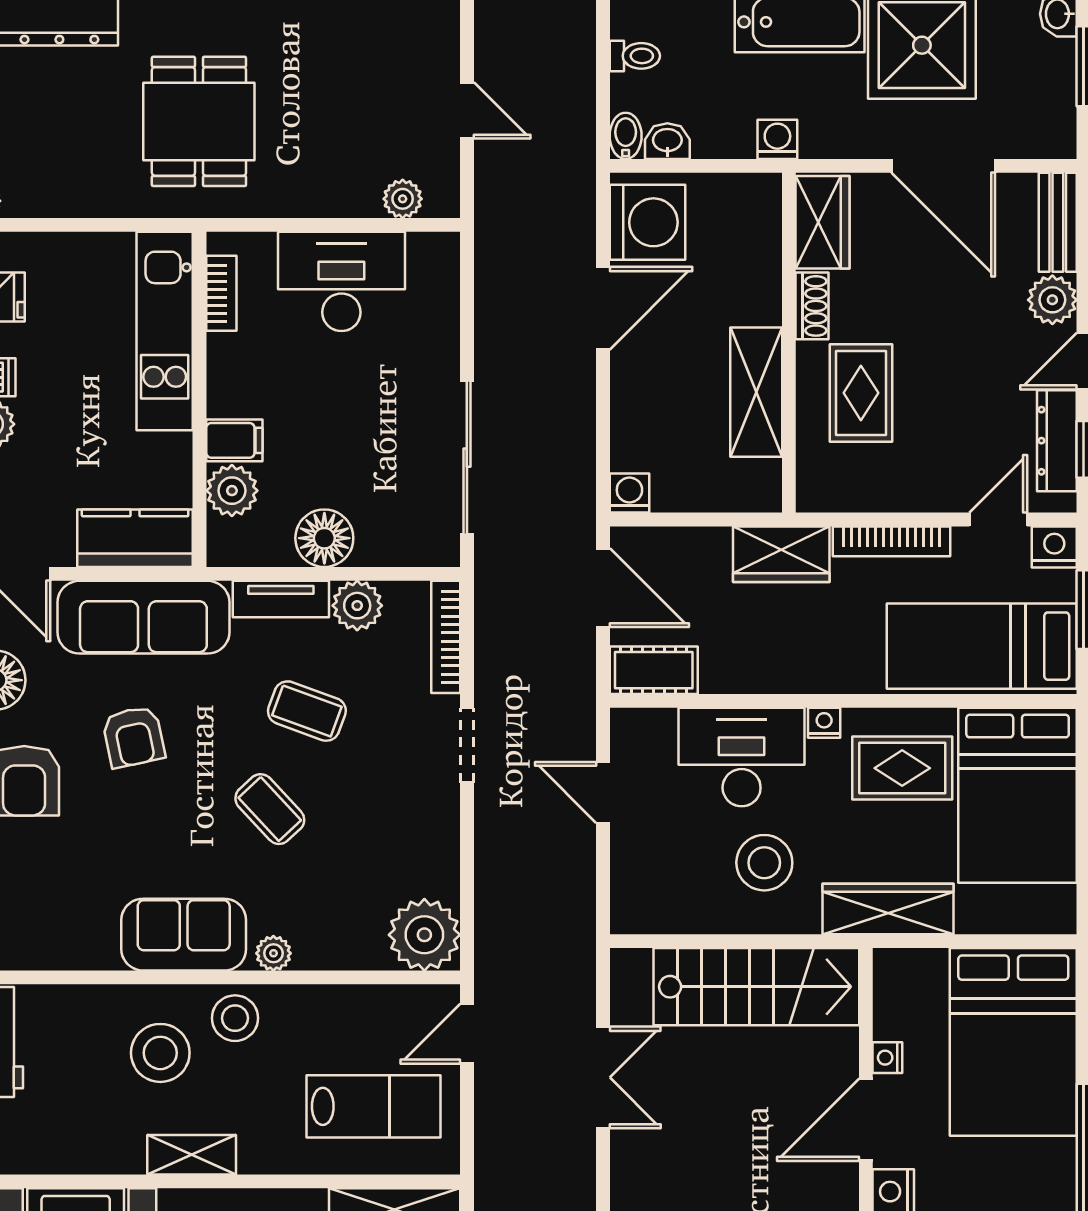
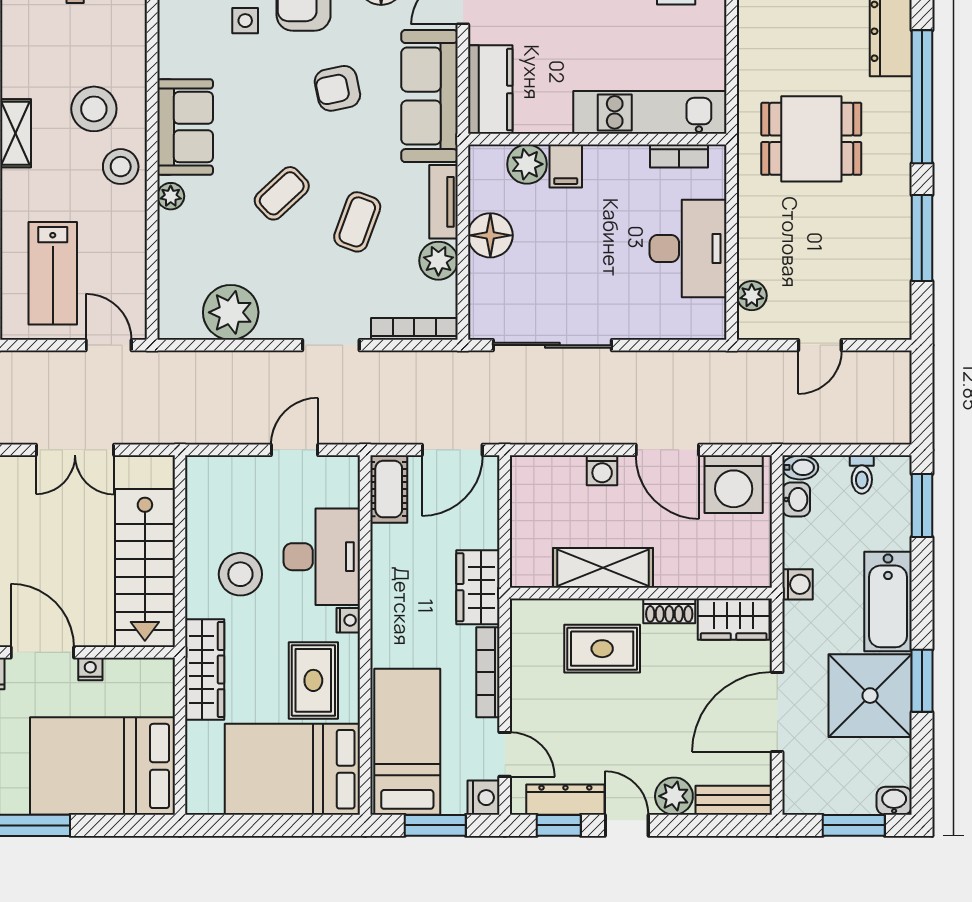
washing machine: (629, 493) -> (602, 470), moved, turned 90
side table: (45, 857) -> (245, 21), added
plant: (424, 935) -> (231, 312), moved

